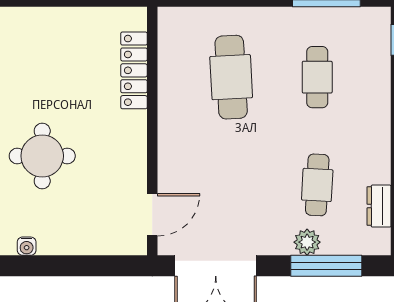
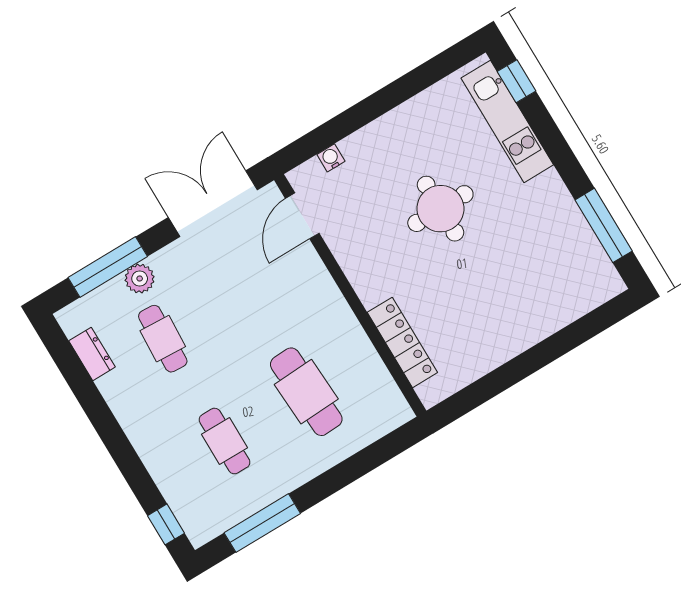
water cooler: (27, 246) -> (331, 158), moved

